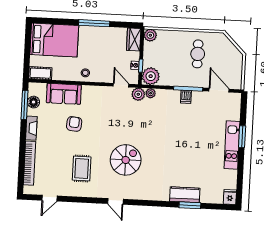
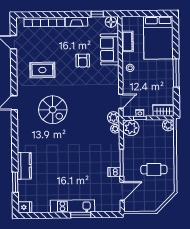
cot: (40, 73) -> (127, 41), moved
dishwasher: (186, 97) -> (114, 172), moved
floor lamp: (34, 102) -> (111, 22), moved
window: (24, 105) -> (97, 14), width x0.46
armchair: (74, 124) -> (83, 61), turned 85
window: (190, 205) -> (15, 182), moved

